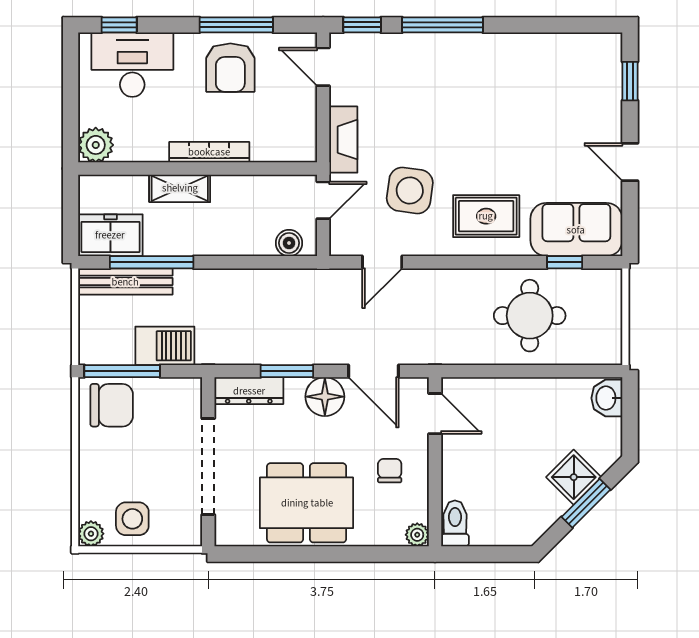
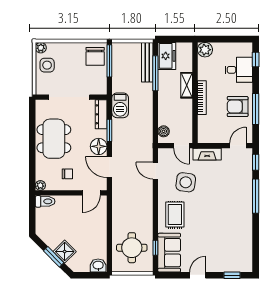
desk: (132, 65) -> (239, 70), width x0.73
round table: (530, 316) -> (132, 248), moved
barbecue: (165, 346) -> (120, 105), moved
door: (374, 371) -> (109, 167), hinge flipped

